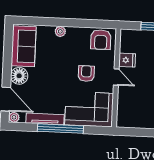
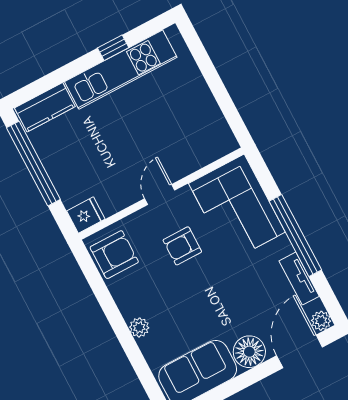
fridge: (127, 60) -> (86, 215), moved, turned 90
tv unit: (45, 119) -> (299, 279), width x0.71

